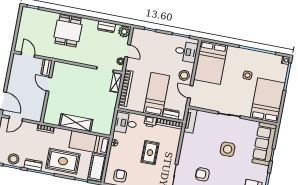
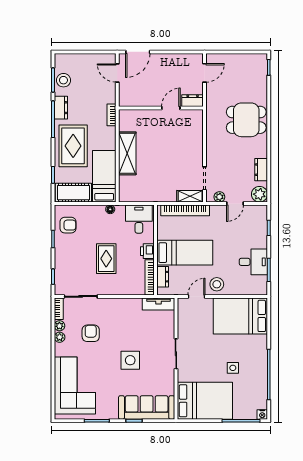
desk: (186, 52) -> (253, 262), moved, turned -90
rug: (150, 153) -> (106, 259), turned 90

